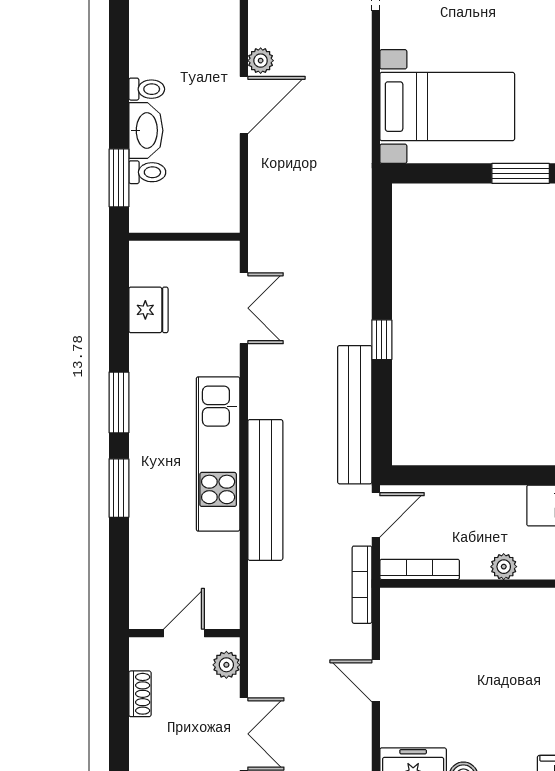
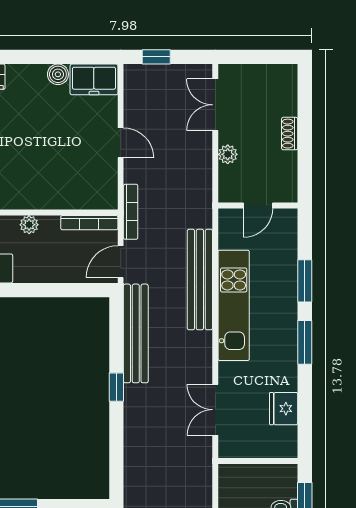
door: (184, 633) -> (258, 205), moved
wall: (184, 633) -> (258, 205), moved

